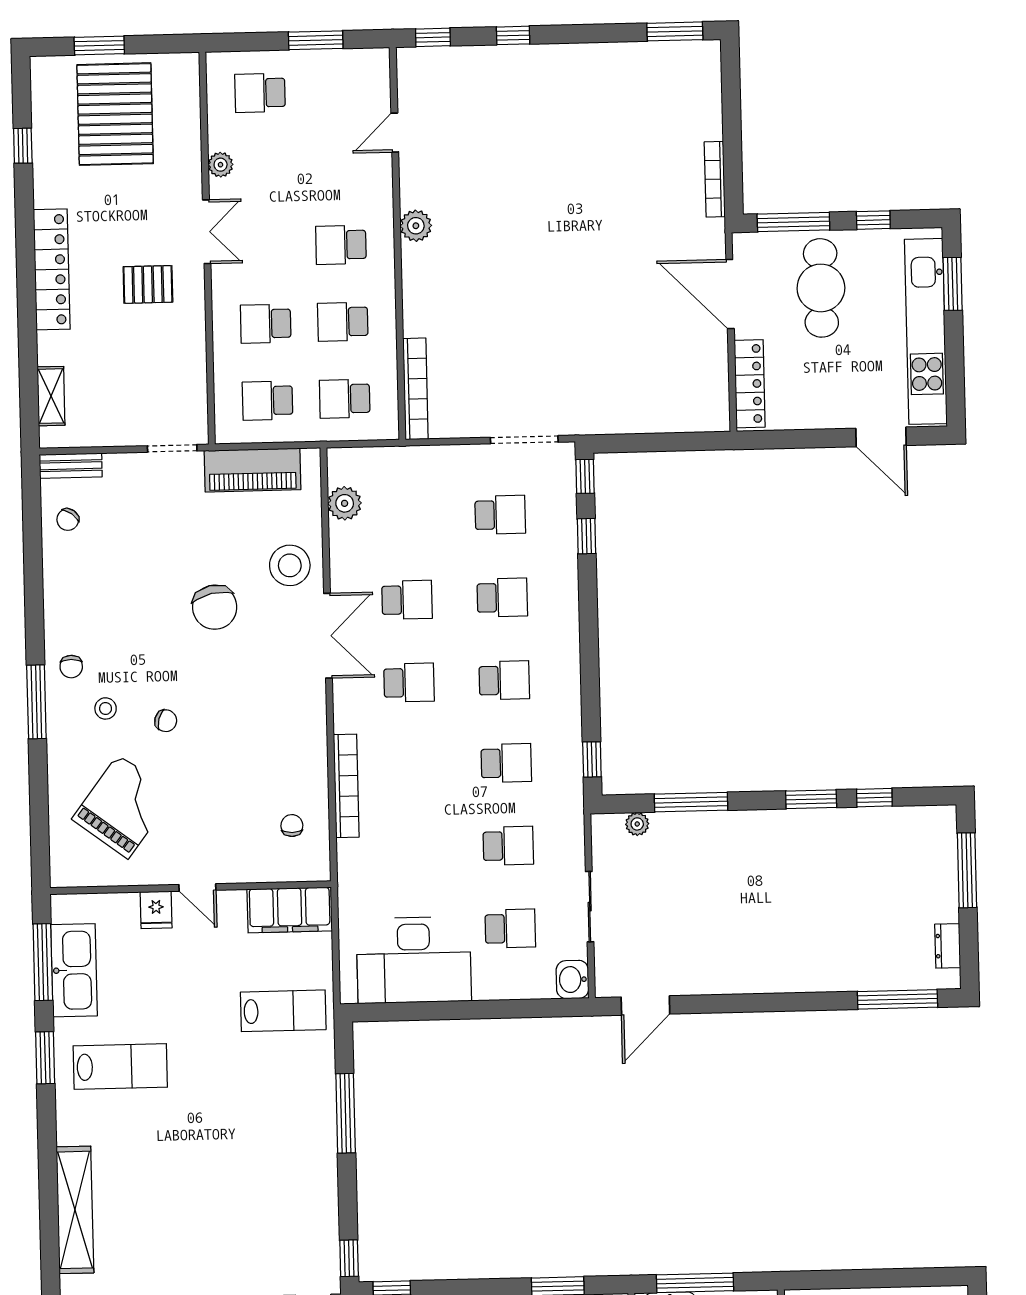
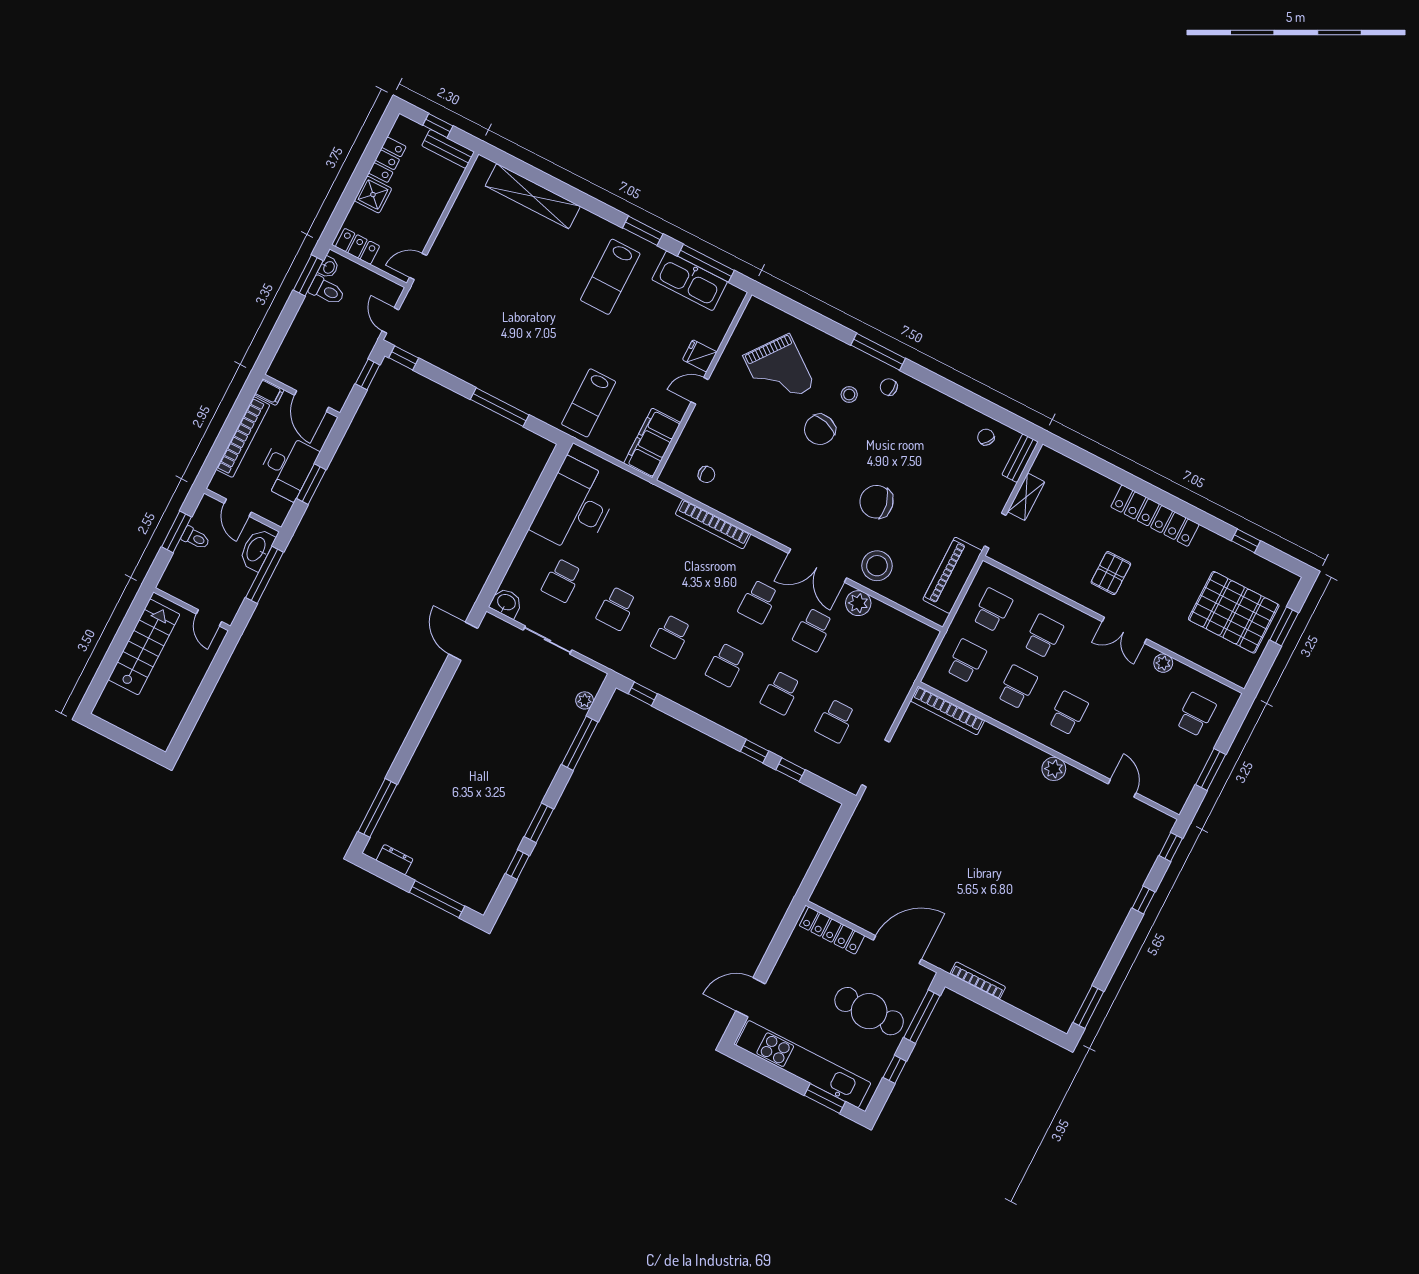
shelving: (51, 396) -> (1026, 497), moved, turned 90
window: (585, 476) -> (755, 751), moved
plant: (345, 503) -> (858, 603), moved
chair: (166, 721) -> (820, 429), width x1.87, depth x1.87

